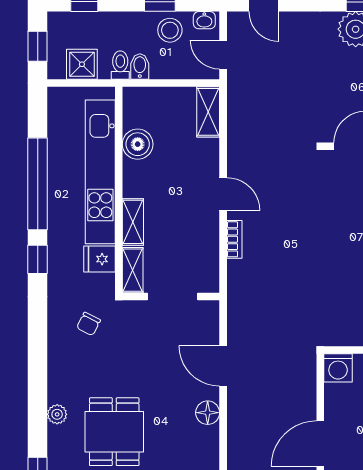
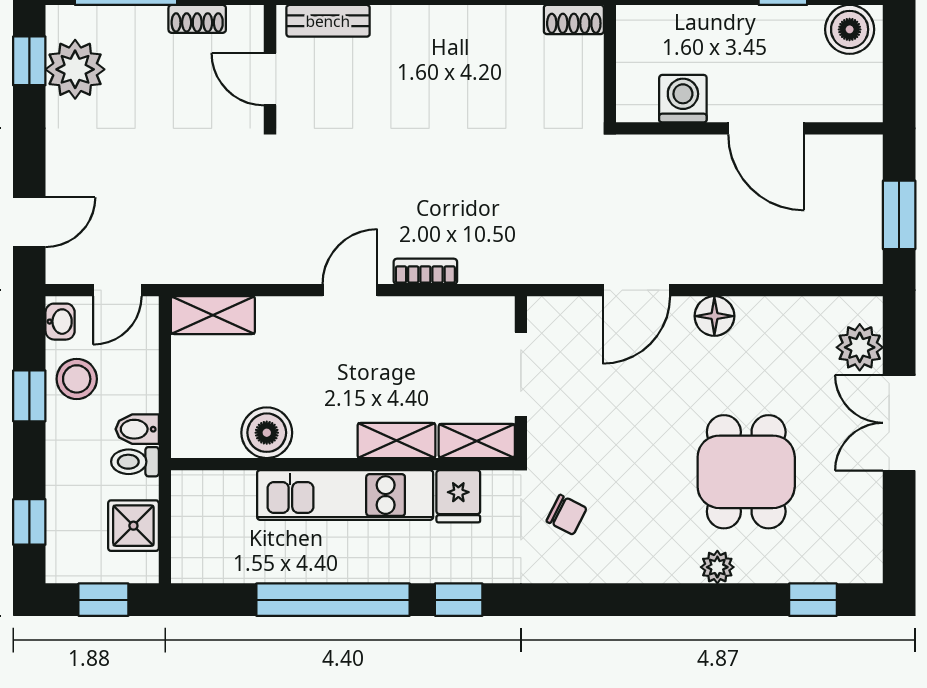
kitchen unit: (100, 172) -> (345, 495), width x0.73
washing machine: (338, 368) -> (683, 99), moved, turned -90
dining table: (114, 432) -> (746, 472), turned 90

